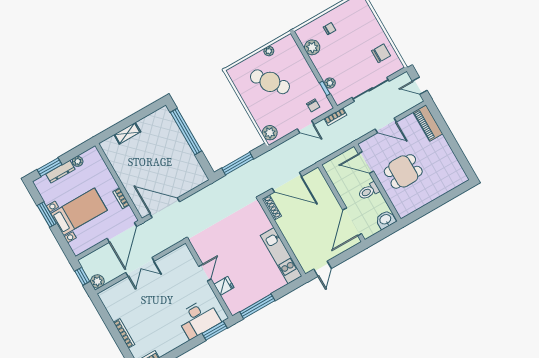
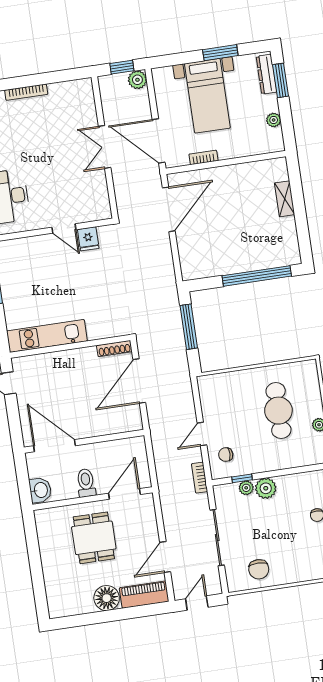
plant: (312, 47) -> (266, 488), moved
cafe table: (270, 82) -> (278, 411), turned -52
door: (386, 126) -> (165, 557), moved
plant: (270, 133) -> (212, 384), removed
floor lamp: (440, 147) -> (107, 598), added
dresser: (60, 172) -> (266, 74), moved
plant: (97, 281) -> (137, 80), moved
fridge: (224, 286) -> (88, 239), moved

